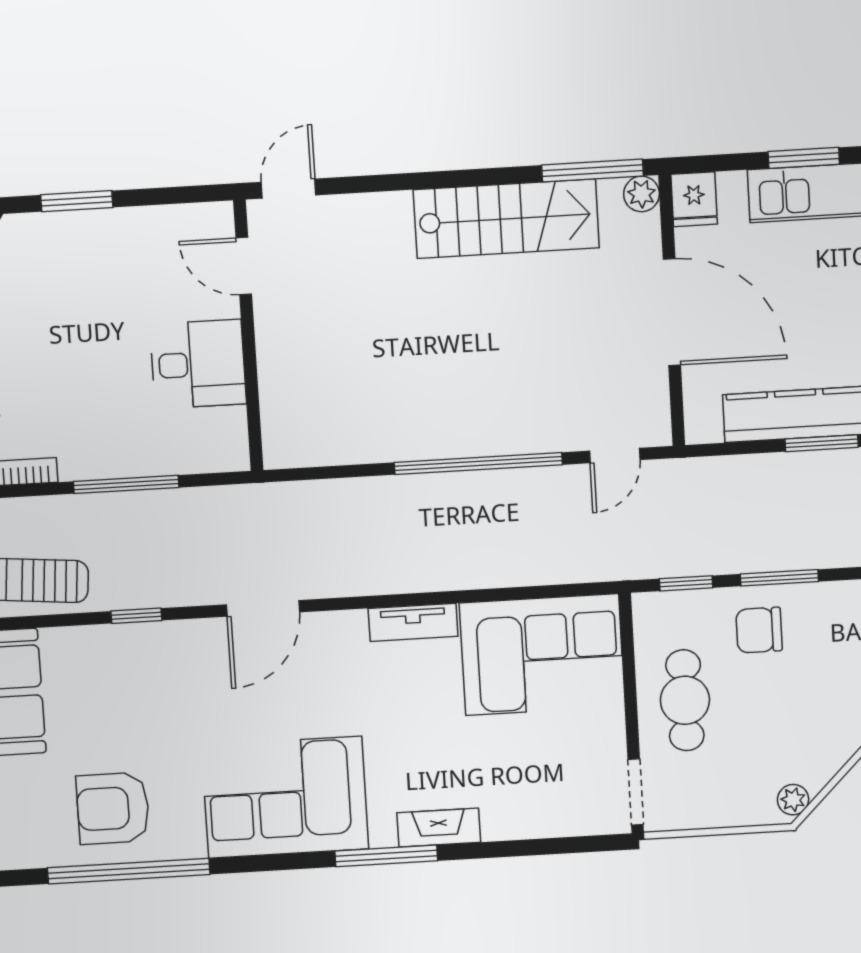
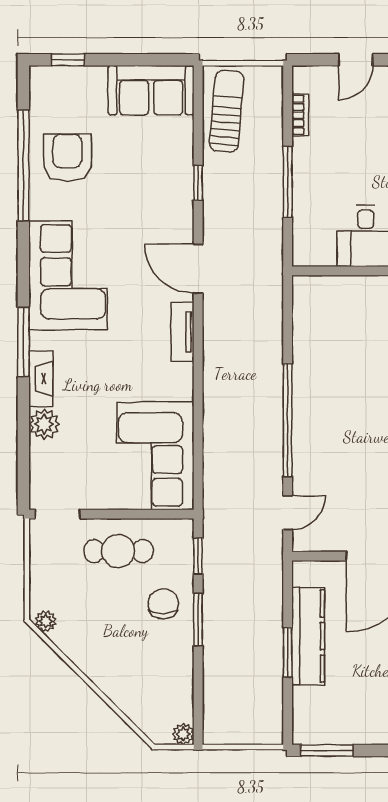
door: (615, 455) -> (288, 513), swing flipped
tv unit: (413, 622) -> (183, 332), moved
plant: (505, 819) -> (44, 424), added

